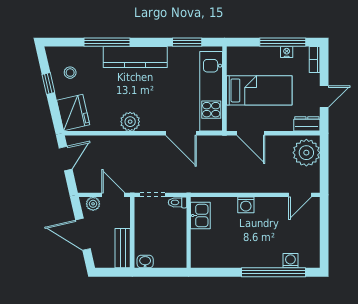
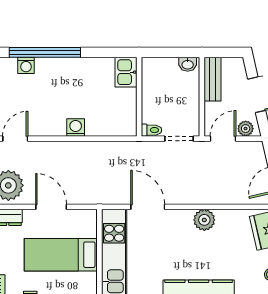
door: (251, 133) -> (51, 207), moved
door: (113, 195) -> (223, 139), swing flipped
kitchen sink: (200, 216) -> (126, 72), moved

